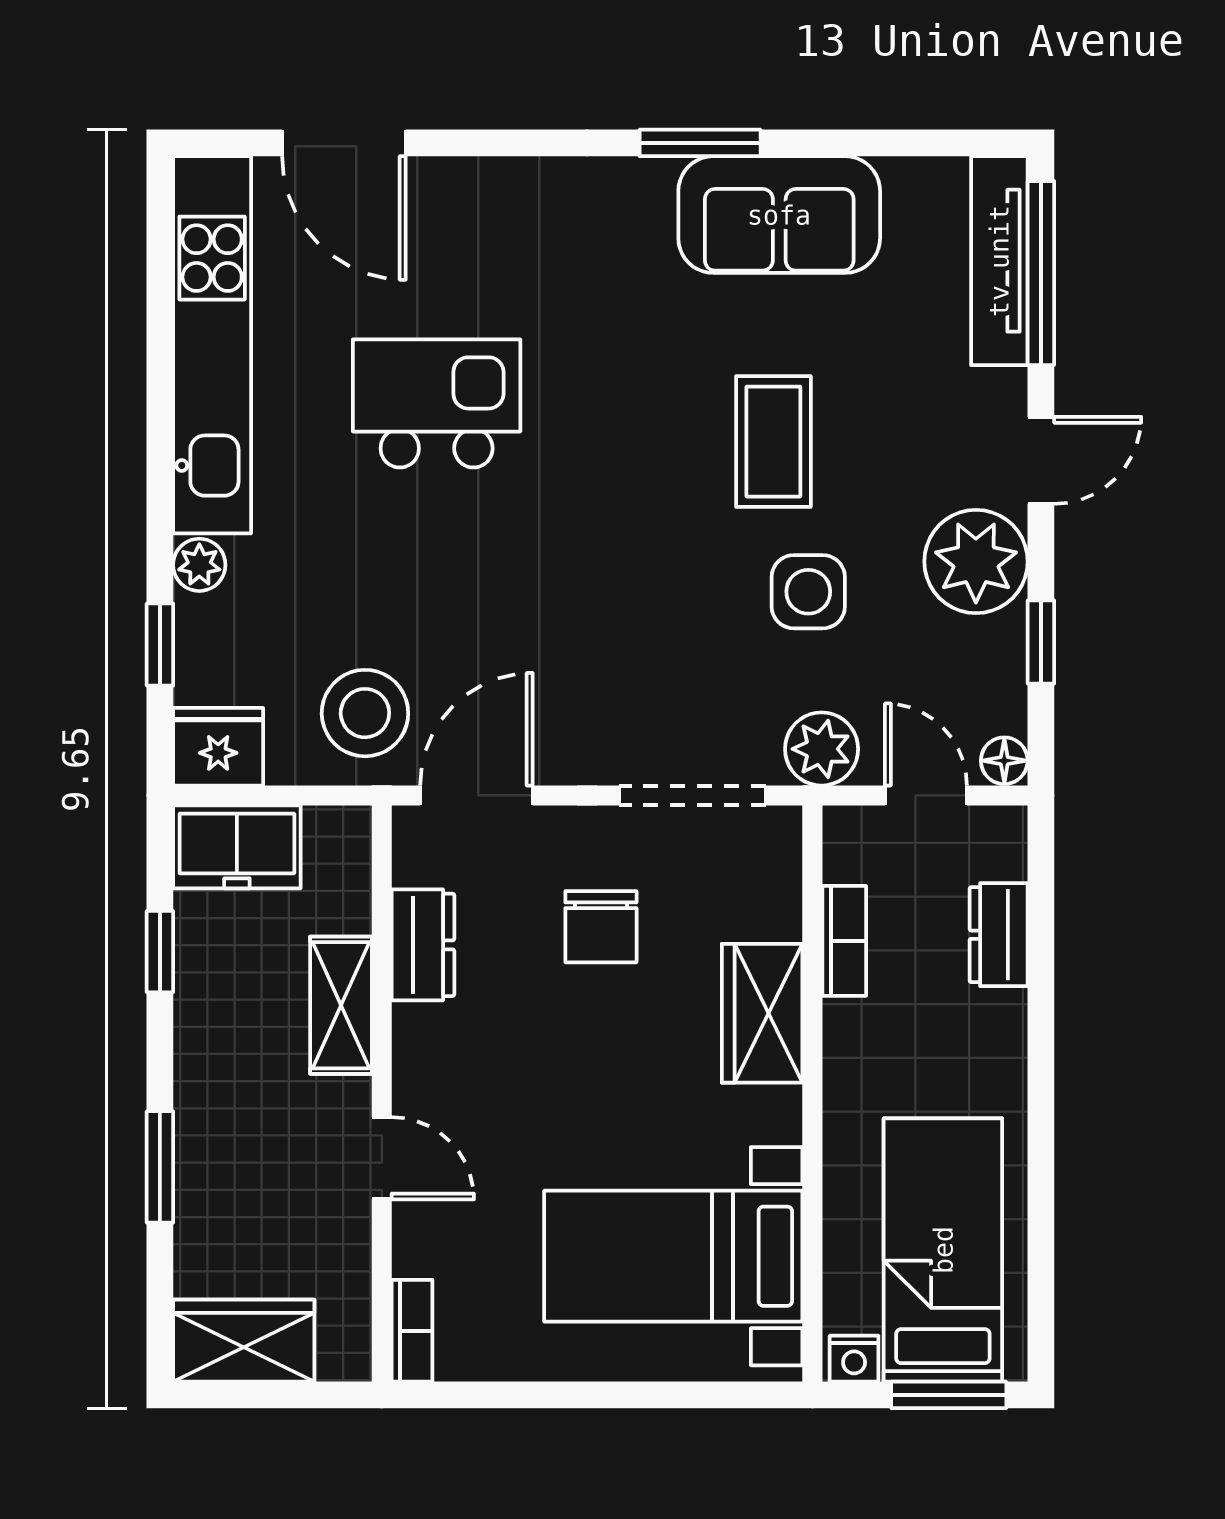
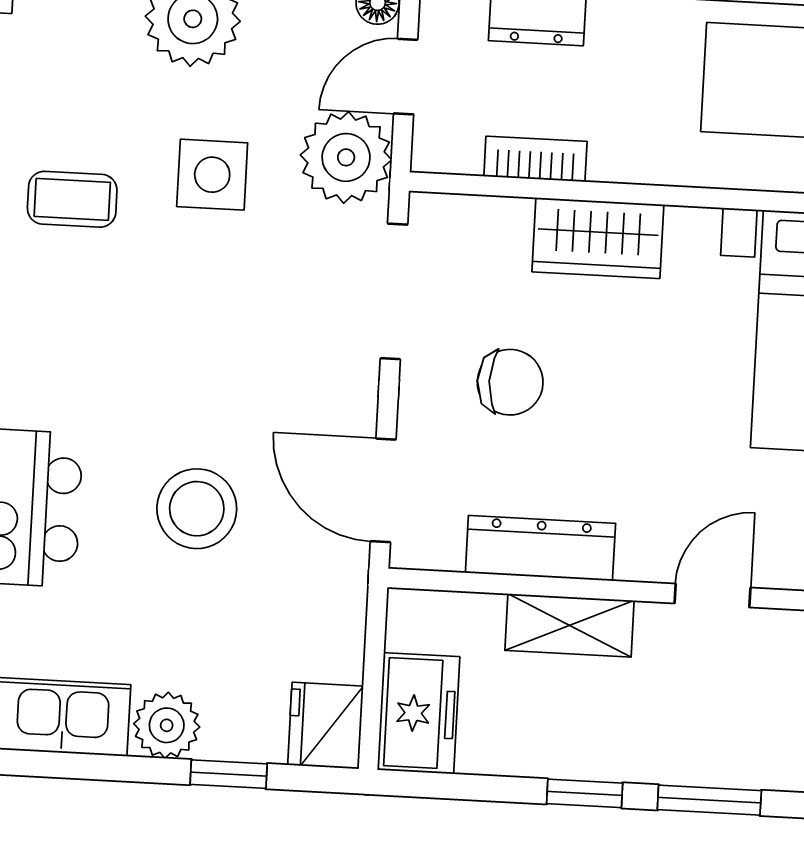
coffee table: (773, 442) -> (72, 199), width x0.73, depth x0.77
plant: (199, 565) -> (167, 725), width x1.38, depth x1.38
stool: (365, 713) -> (197, 509), moved
plant: (822, 749) -> (346, 157), width x1.36, depth x1.36
dresser: (423, 945) -> (540, 548), width x1.44
window: (160, 952) -> (585, 793), moved

